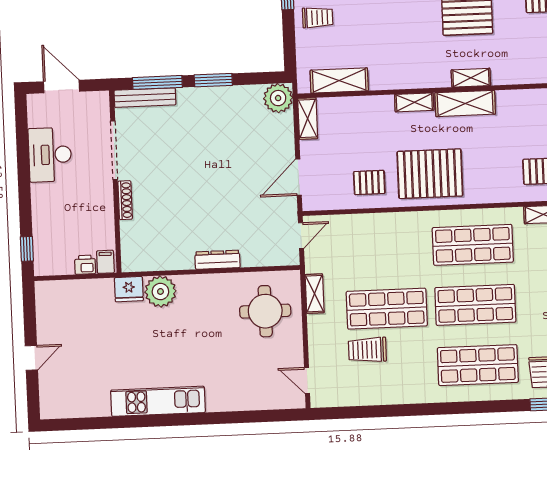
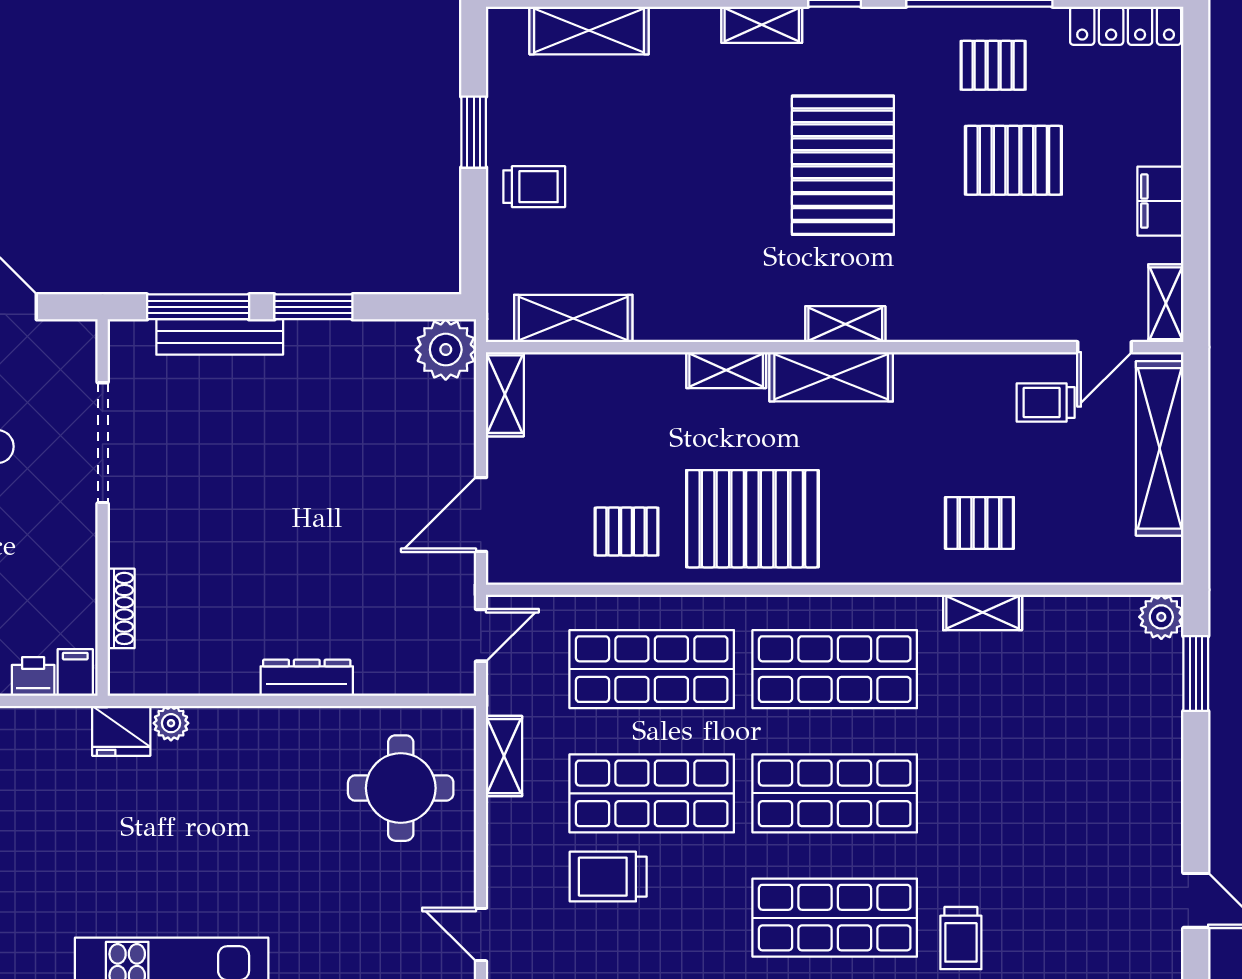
bench: (145, 98) -> (220, 337), moved
shoe rack: (125, 200) -> (121, 608), moved
shop shelf: (384, 249) -> (652, 669), added
plant: (160, 291) -> (171, 723), width x0.53, depth x0.53

